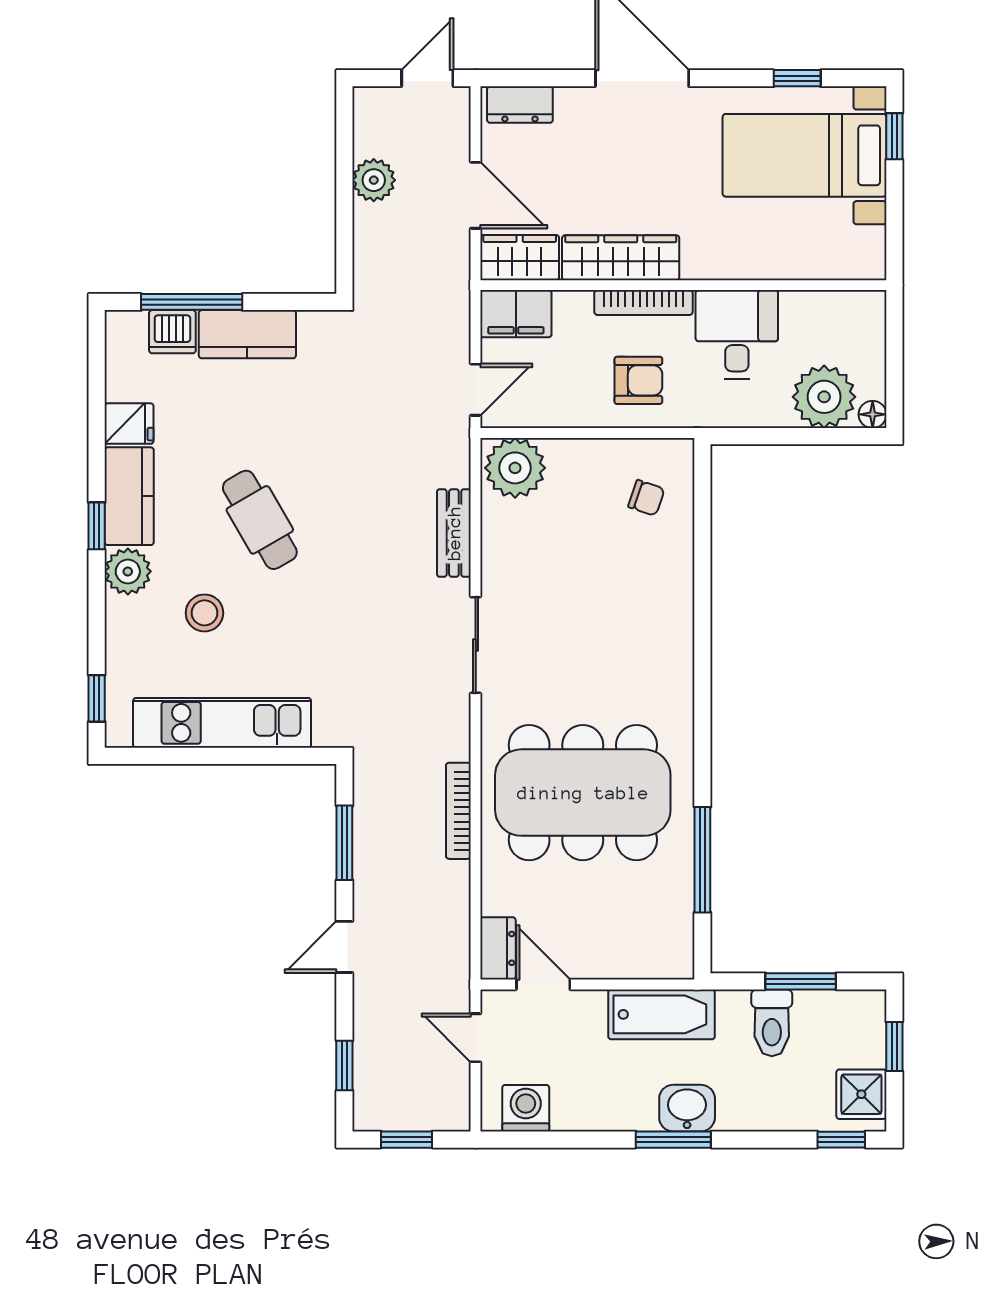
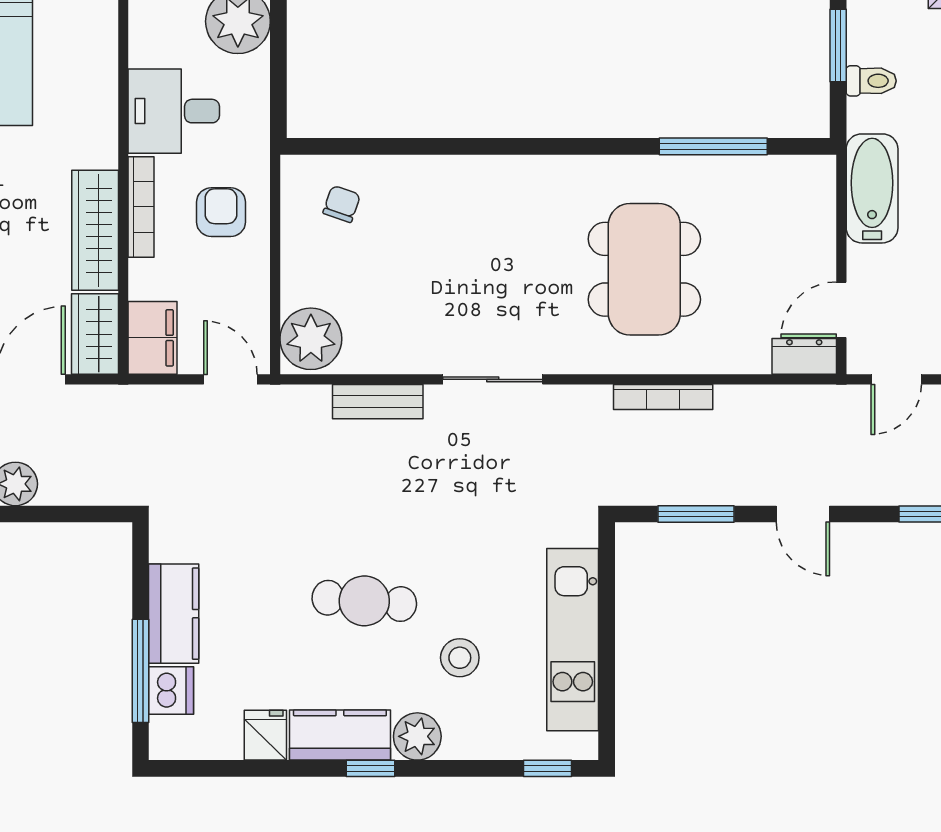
cafe table: (260, 520) -> (364, 601), turned 35
dining table: (583, 793) -> (644, 269), width x0.73, depth x0.80
toilet: (772, 1023) -> (871, 81), width x0.73, depth x0.72

